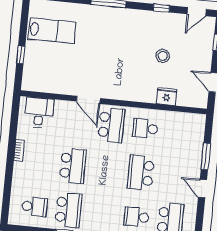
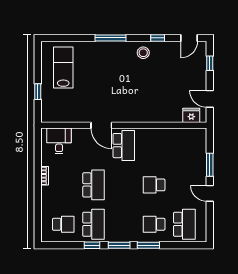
lab bench: (52, 31) -> (63, 68), turned -90
stool: (163, 56) -> (143, 53), moved
fridge: (167, 97) -> (191, 115), moved
school desk: (145, 129) -> (154, 146), removed
school desk: (141, 173) -> (154, 185), width x0.54

